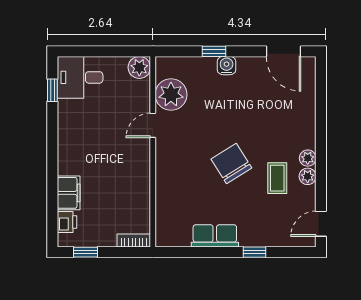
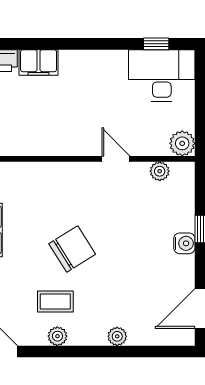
desk: (80, 77) -> (162, 76), width x1.37
plant: (171, 95) -> (160, 171), width x0.53, depth x0.53
plant: (308, 158) -> (117, 336), moved

